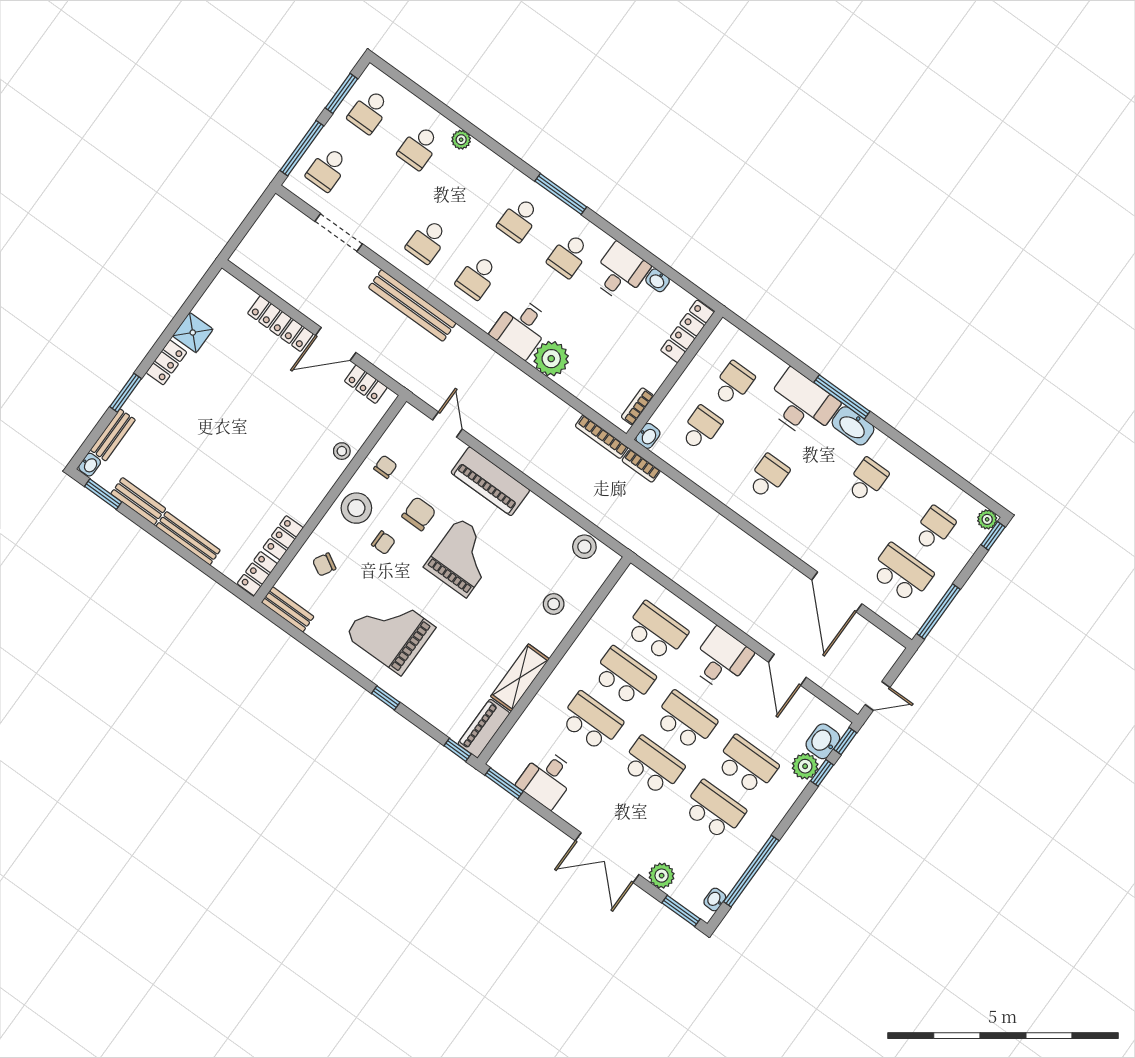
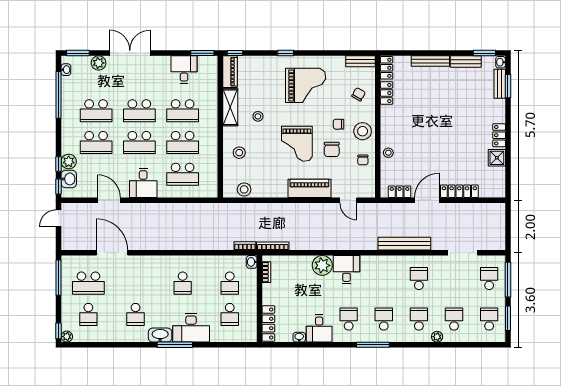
school desk: (477, 277) -> (419, 319), moved
window: (126, 393) -> (508, 86), moved
stool: (490, 636) -> (258, 116), added

